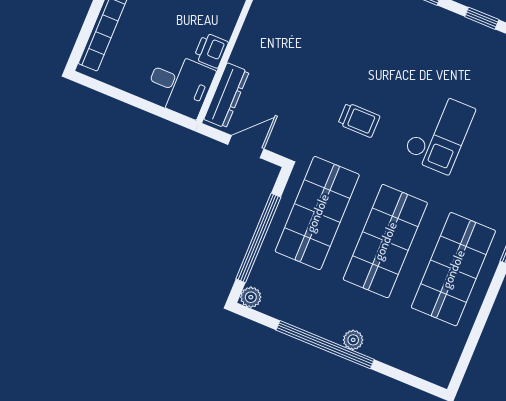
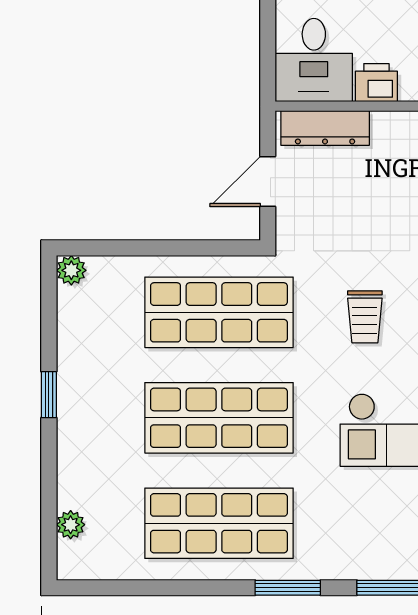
door: (246, 147) -> (268, 182), swing flipped
window: (258, 238) -> (154, 248), removed
plant: (353, 340) -> (71, 525), moved
window: (325, 345) -> (49, 395), width x0.32

